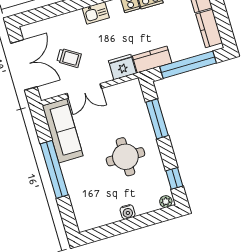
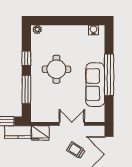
sofa: (63, 131) -> (95, 85), moved
window: (174, 178) -> (26, 58), moved
water cooler: (128, 212) -> (93, 30), moved

